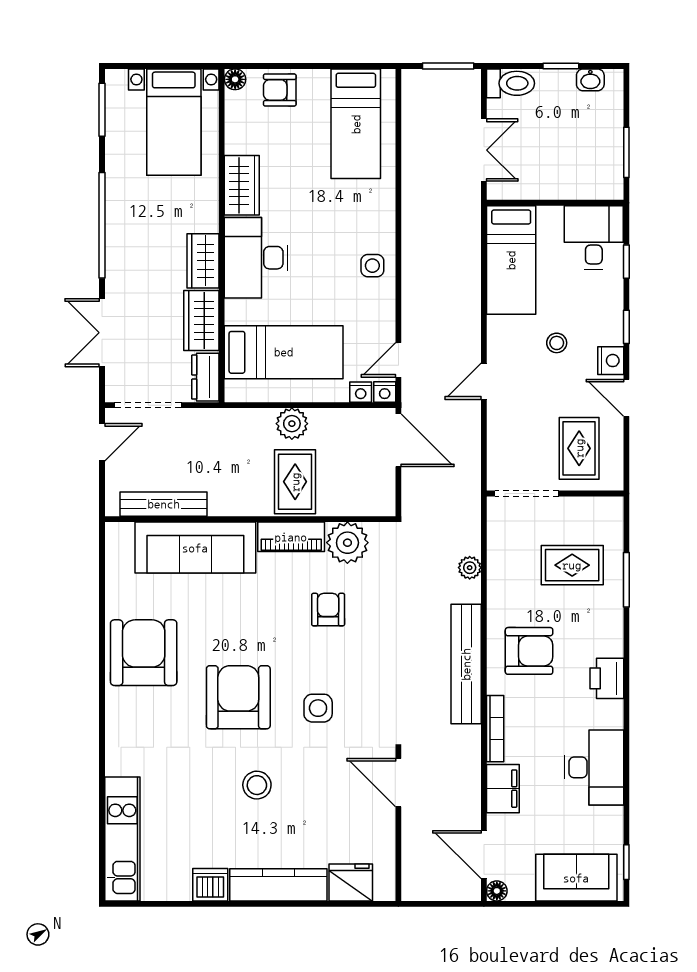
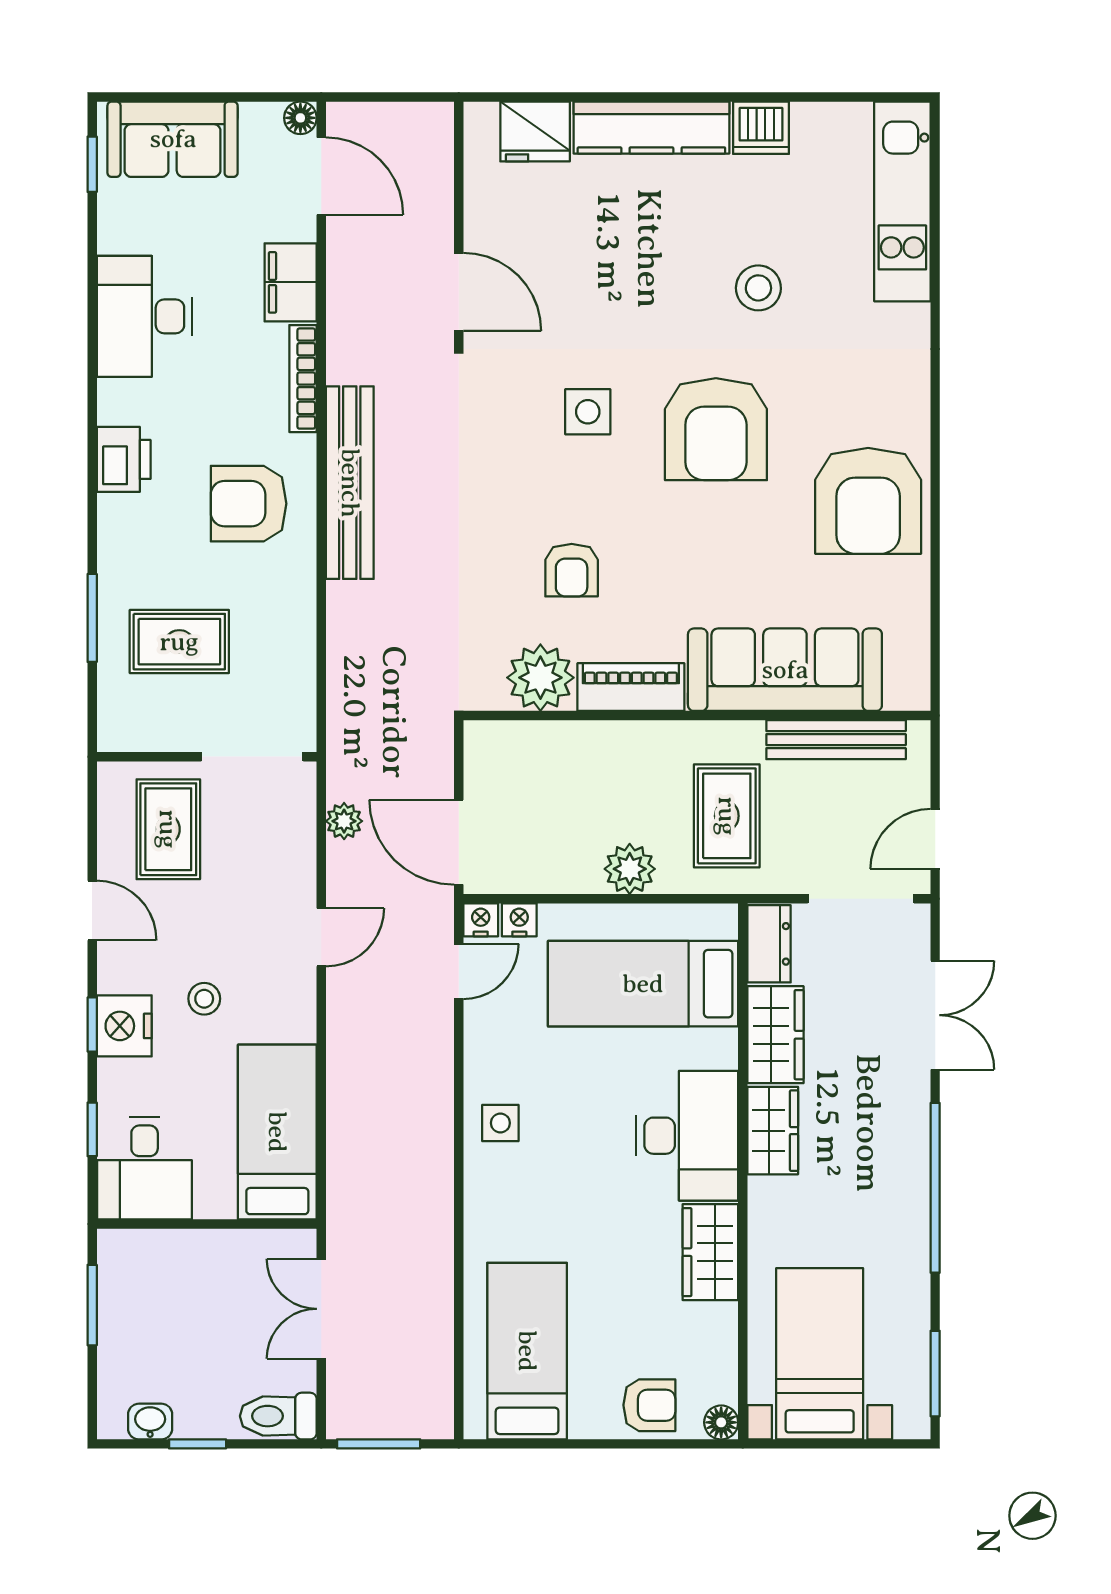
nightstand: (611, 361) -> (124, 1026), moved, width x1.36, depth x1.33
rug: (295, 482) -> (727, 816), moved
plant: (470, 568) -> (344, 821), moved
stool: (257, 785) -> (758, 288), moved

